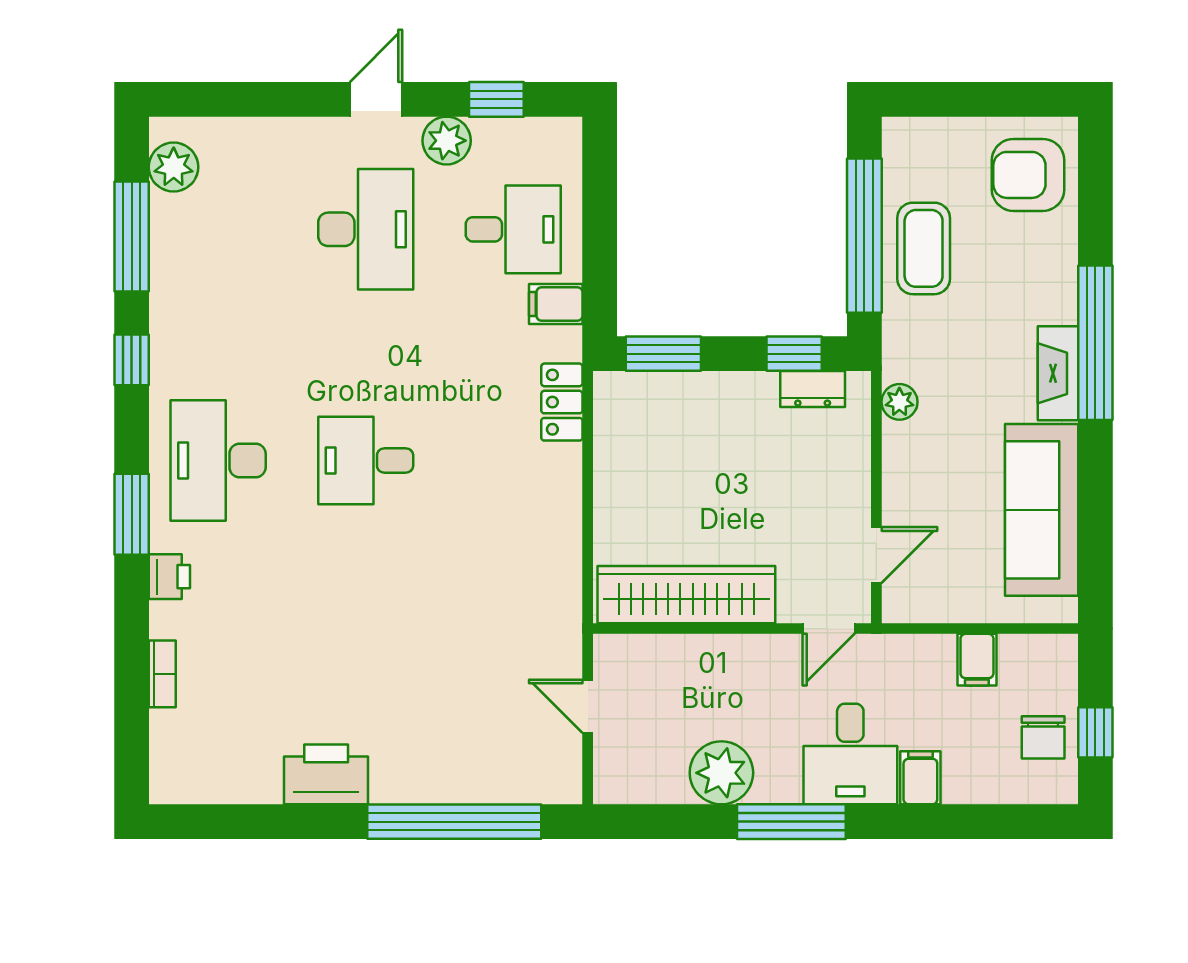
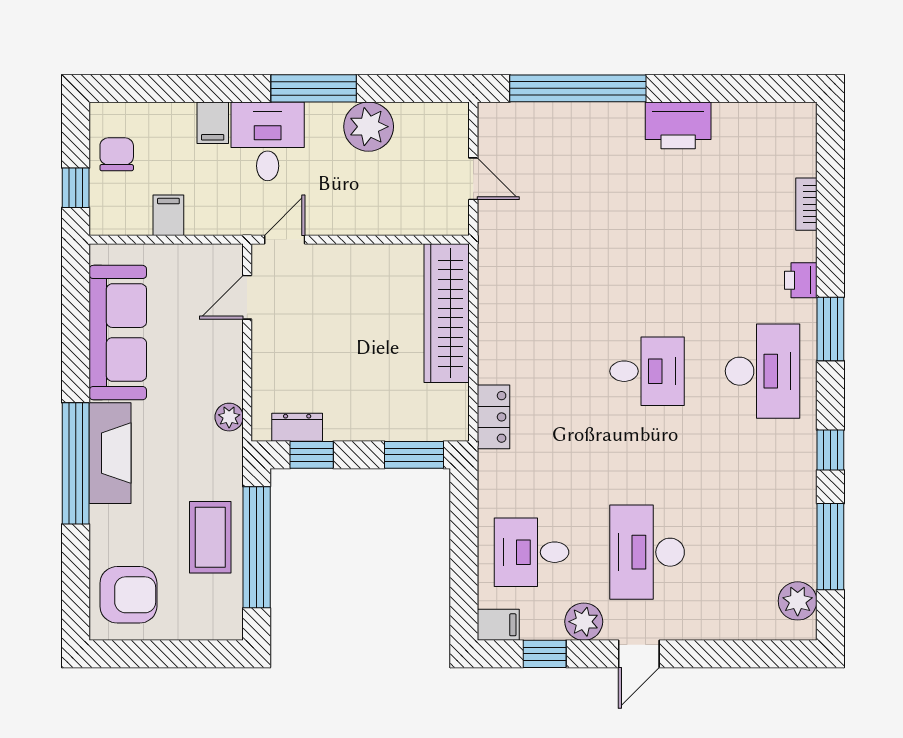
filing cabinet: (556, 304) -> (498, 625), moved
fireplace: (1058, 373) -> (110, 453), width x1.37, depth x1.32
wardrobe: (686, 595) -> (447, 313), moved, turned 90
window: (1095, 732) -> (76, 188), moved

